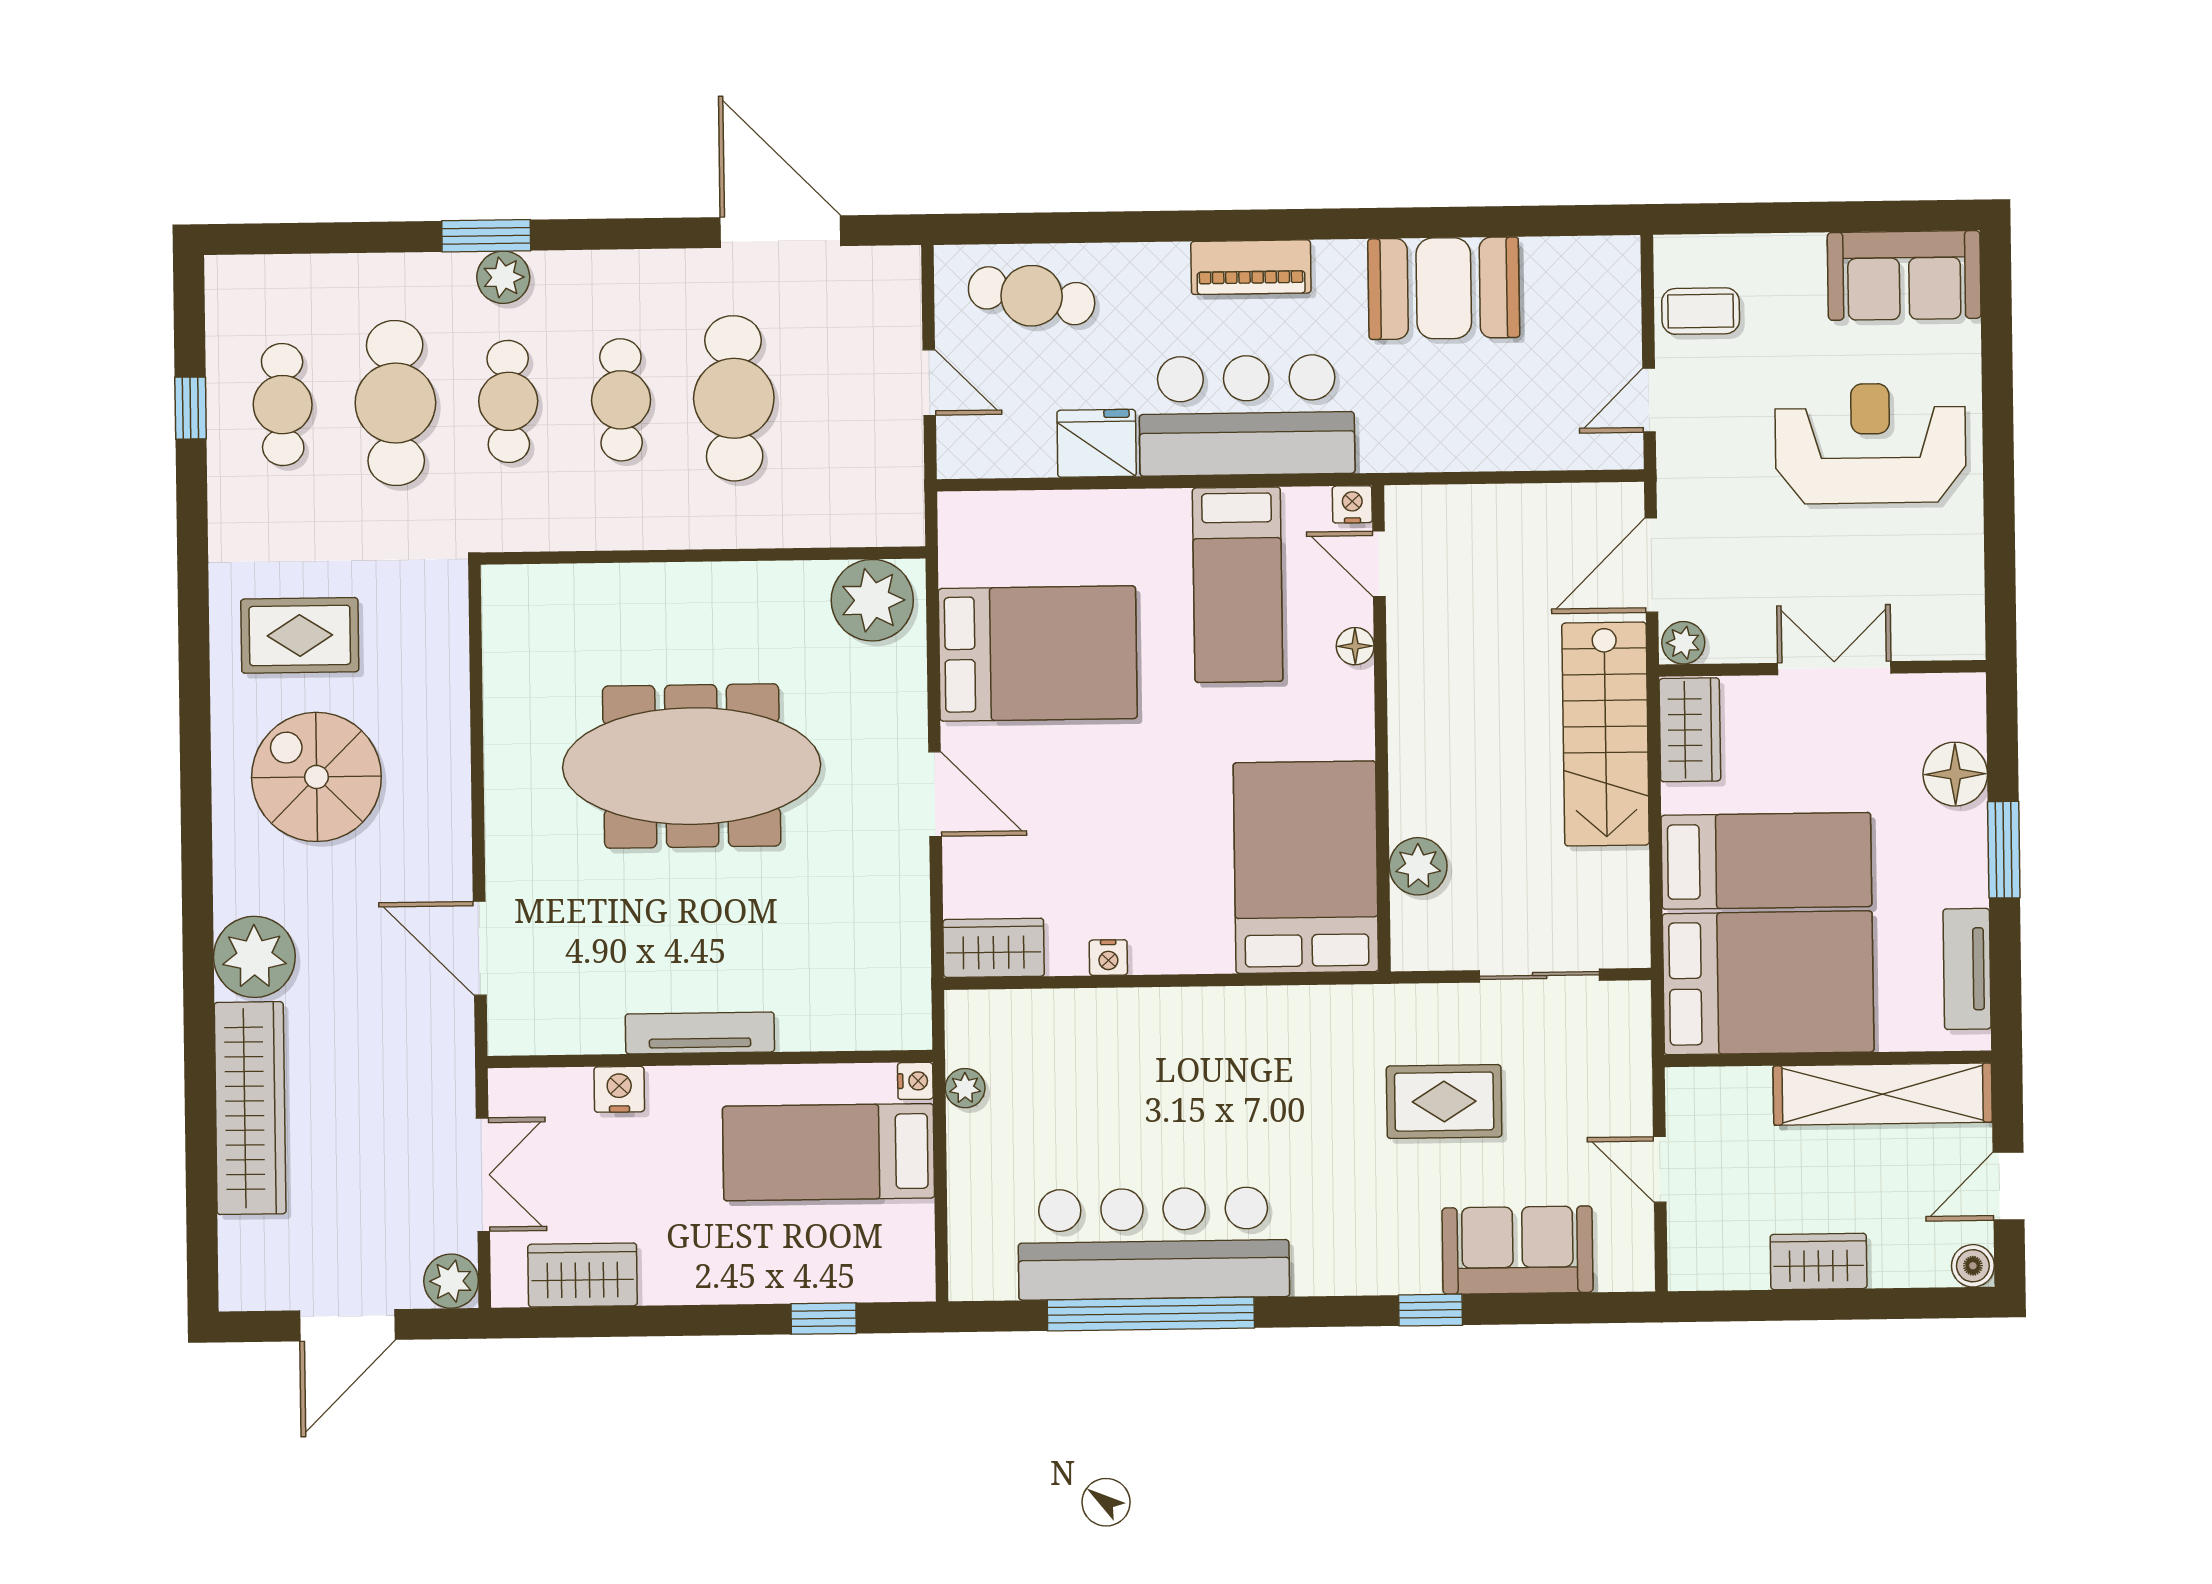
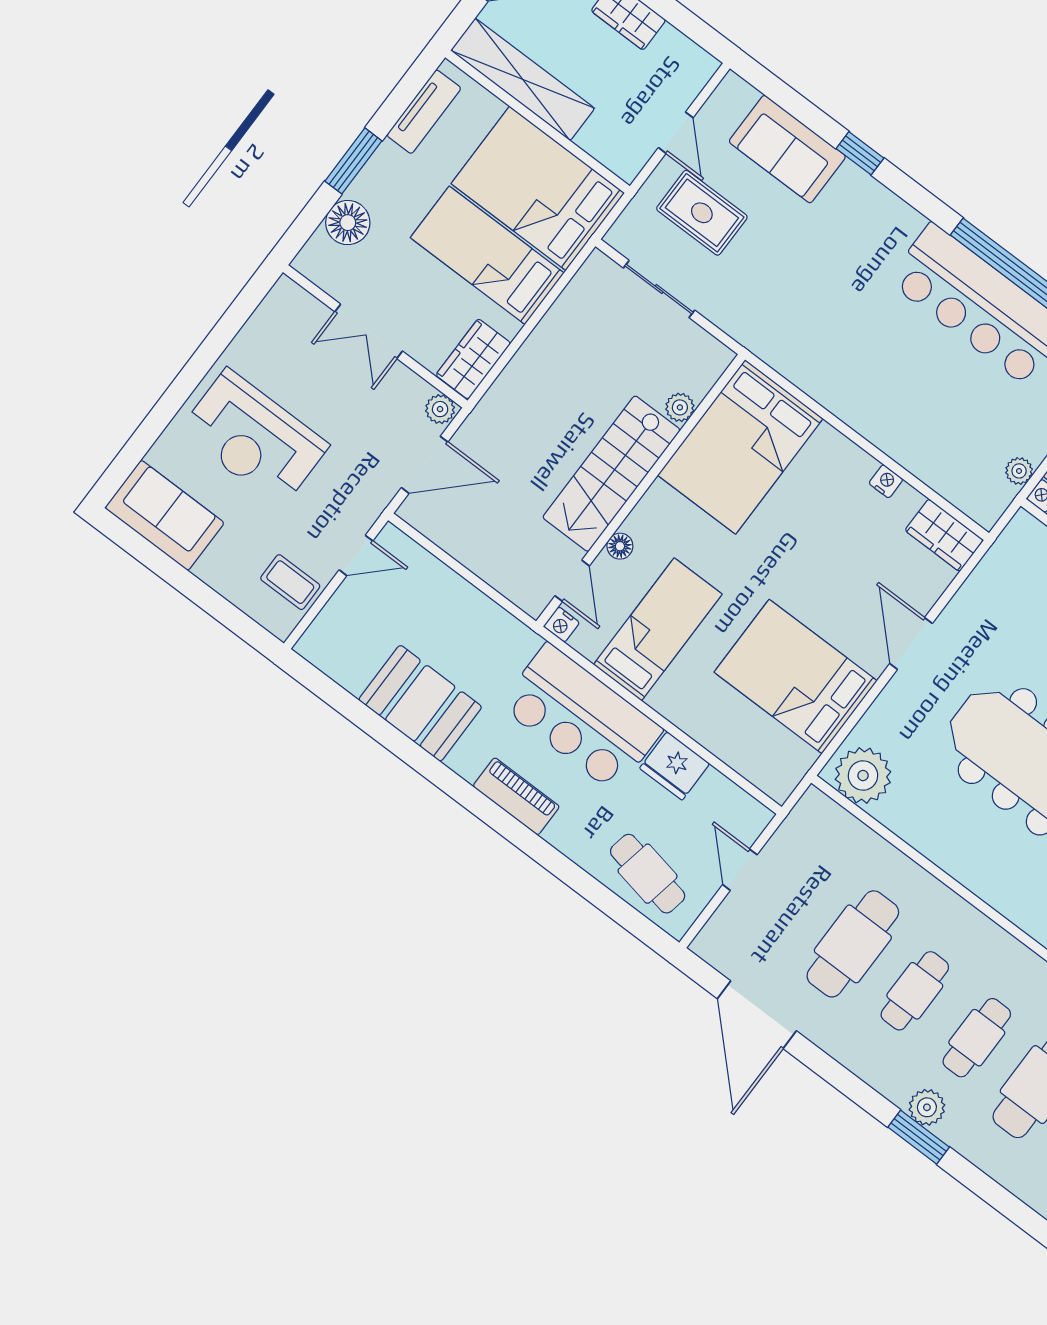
stairs: (1605, 734) -> (611, 474), moved, turned 180
plant: (1418, 866) -> (680, 407), width x0.73, depth x0.73
rug: (1444, 1102) -> (702, 213), moved

